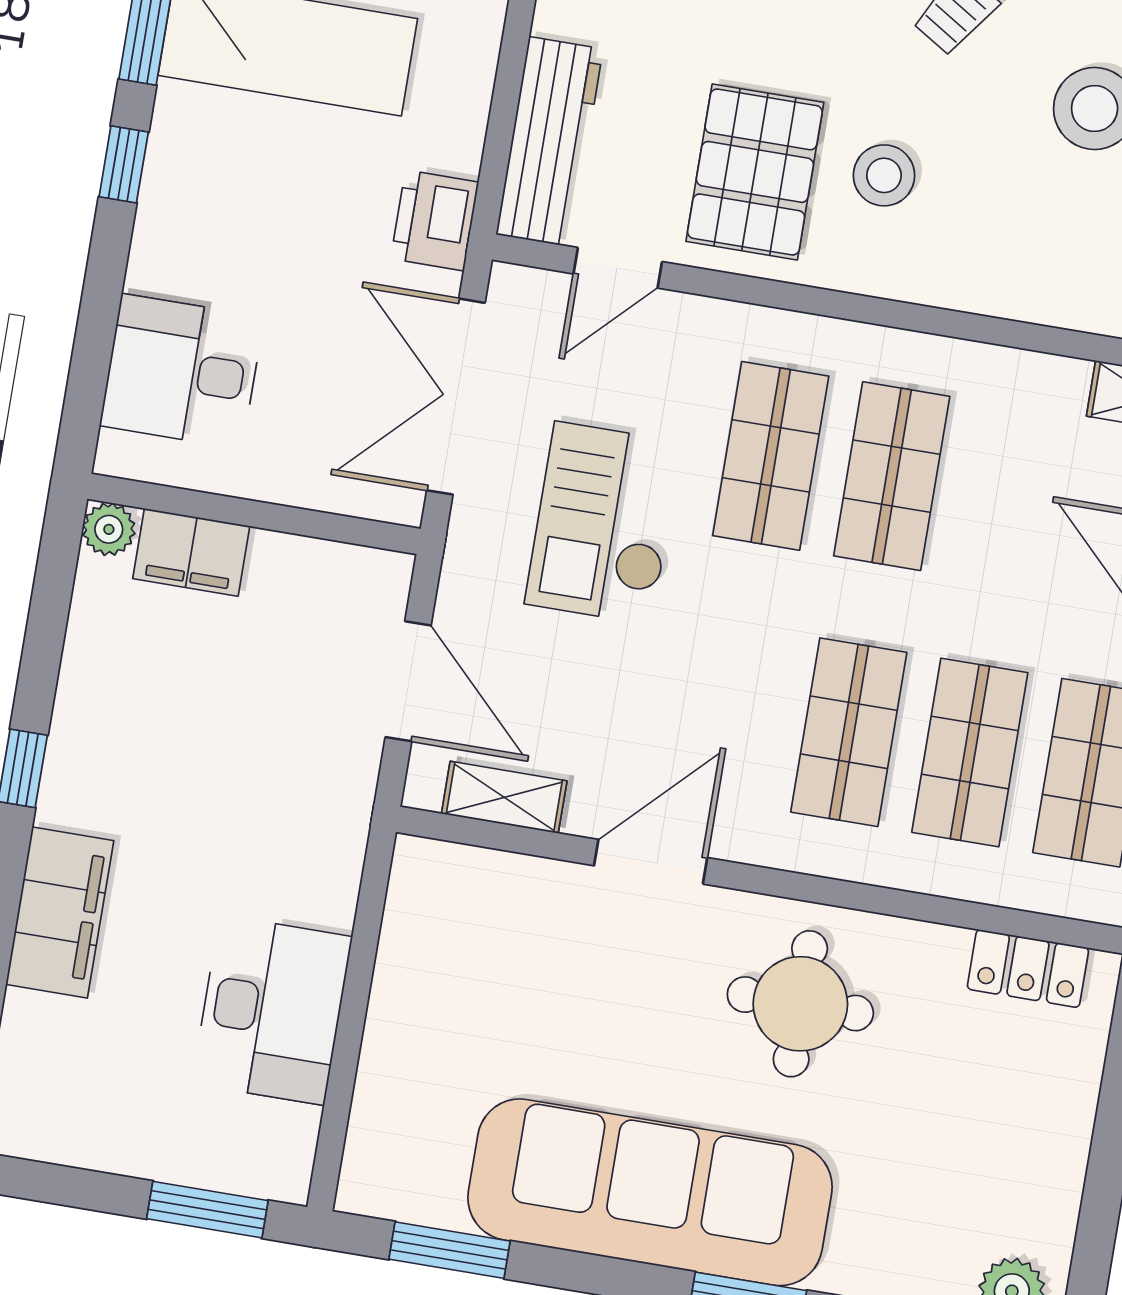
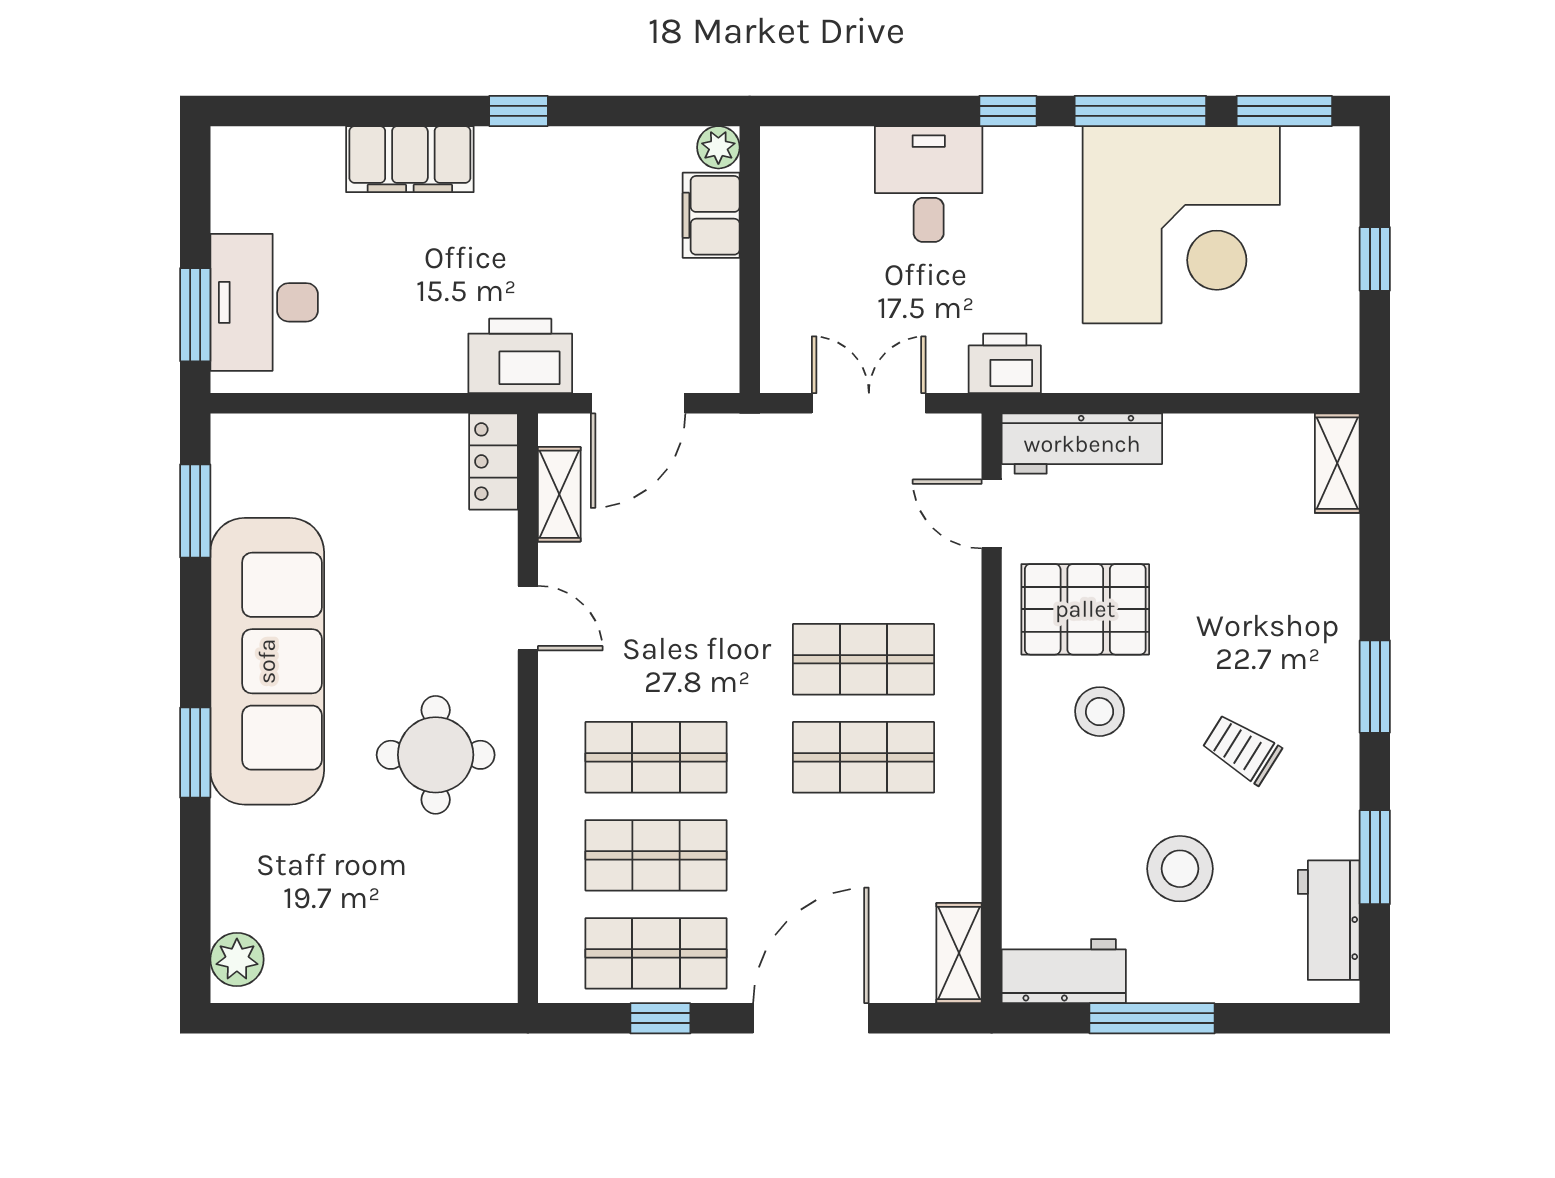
desk: (182, 371) -> (929, 184), moved
double door: (456, 397) -> (869, 403), width x0.73
checkout: (604, 523) -> (789, 536), removed
printer: (325, 817) -> (520, 356), added
door: (651, 862) -> (528, 618), width x0.73
locker: (1028, 968) -> (493, 461), moved
desk: (272, 1010) -> (264, 302), moved, turned 90

